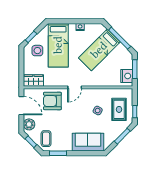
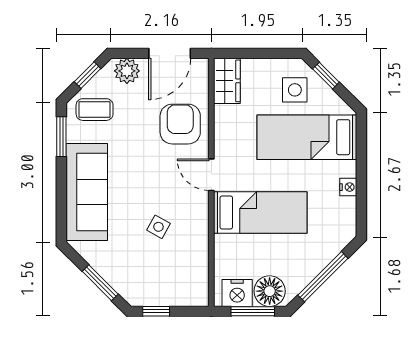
bed: (99, 50) -> (260, 212), moved, turned 135
floor lamp: (126, 62) -> (270, 291), added
rug: (119, 109) -> (161, 275), removed
sofa: (88, 142) -> (87, 192), width x1.36

